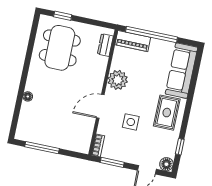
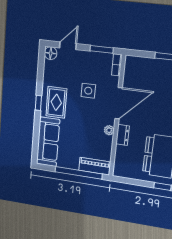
dresser: (105, 45) -> (123, 135), moved
plant: (118, 80) -> (109, 130), width x0.53, depth x0.53
door: (100, 106) -> (119, 103), width x1.36
window: (180, 147) -> (38, 103), moved

